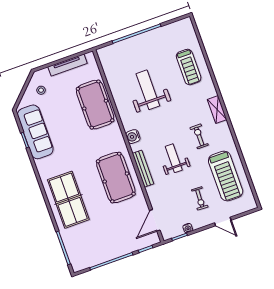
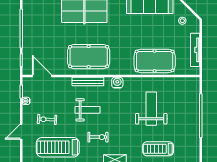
weight bench: (148, 90) -> (151, 109), turned -90

